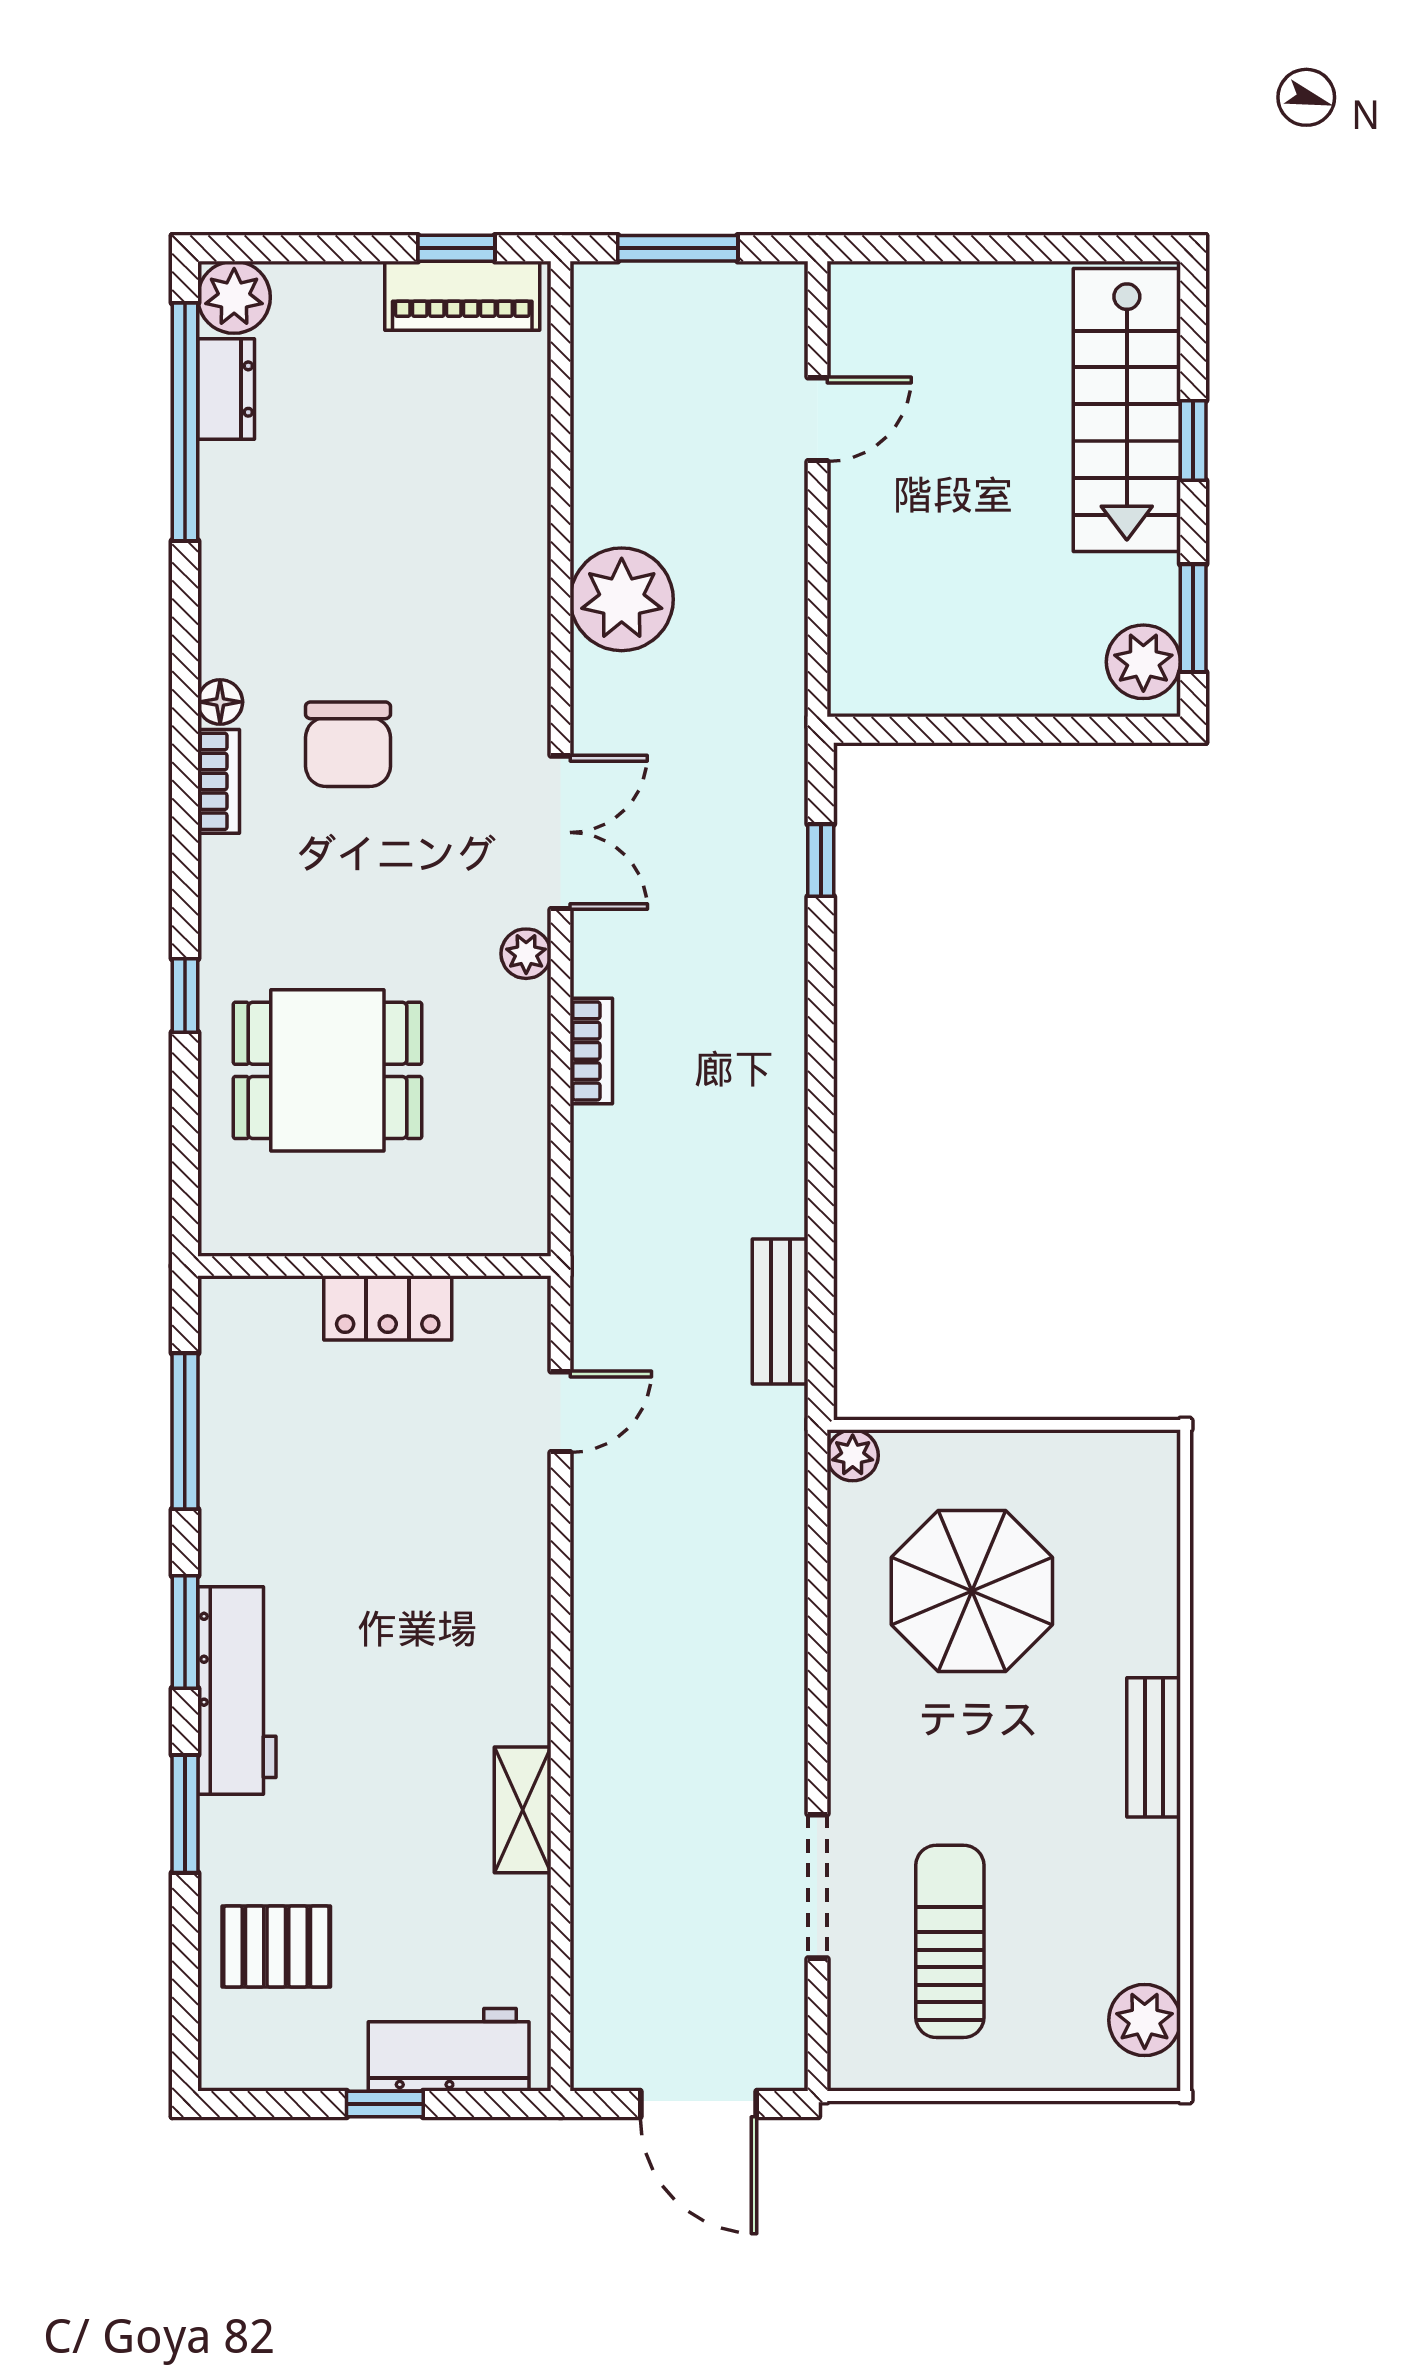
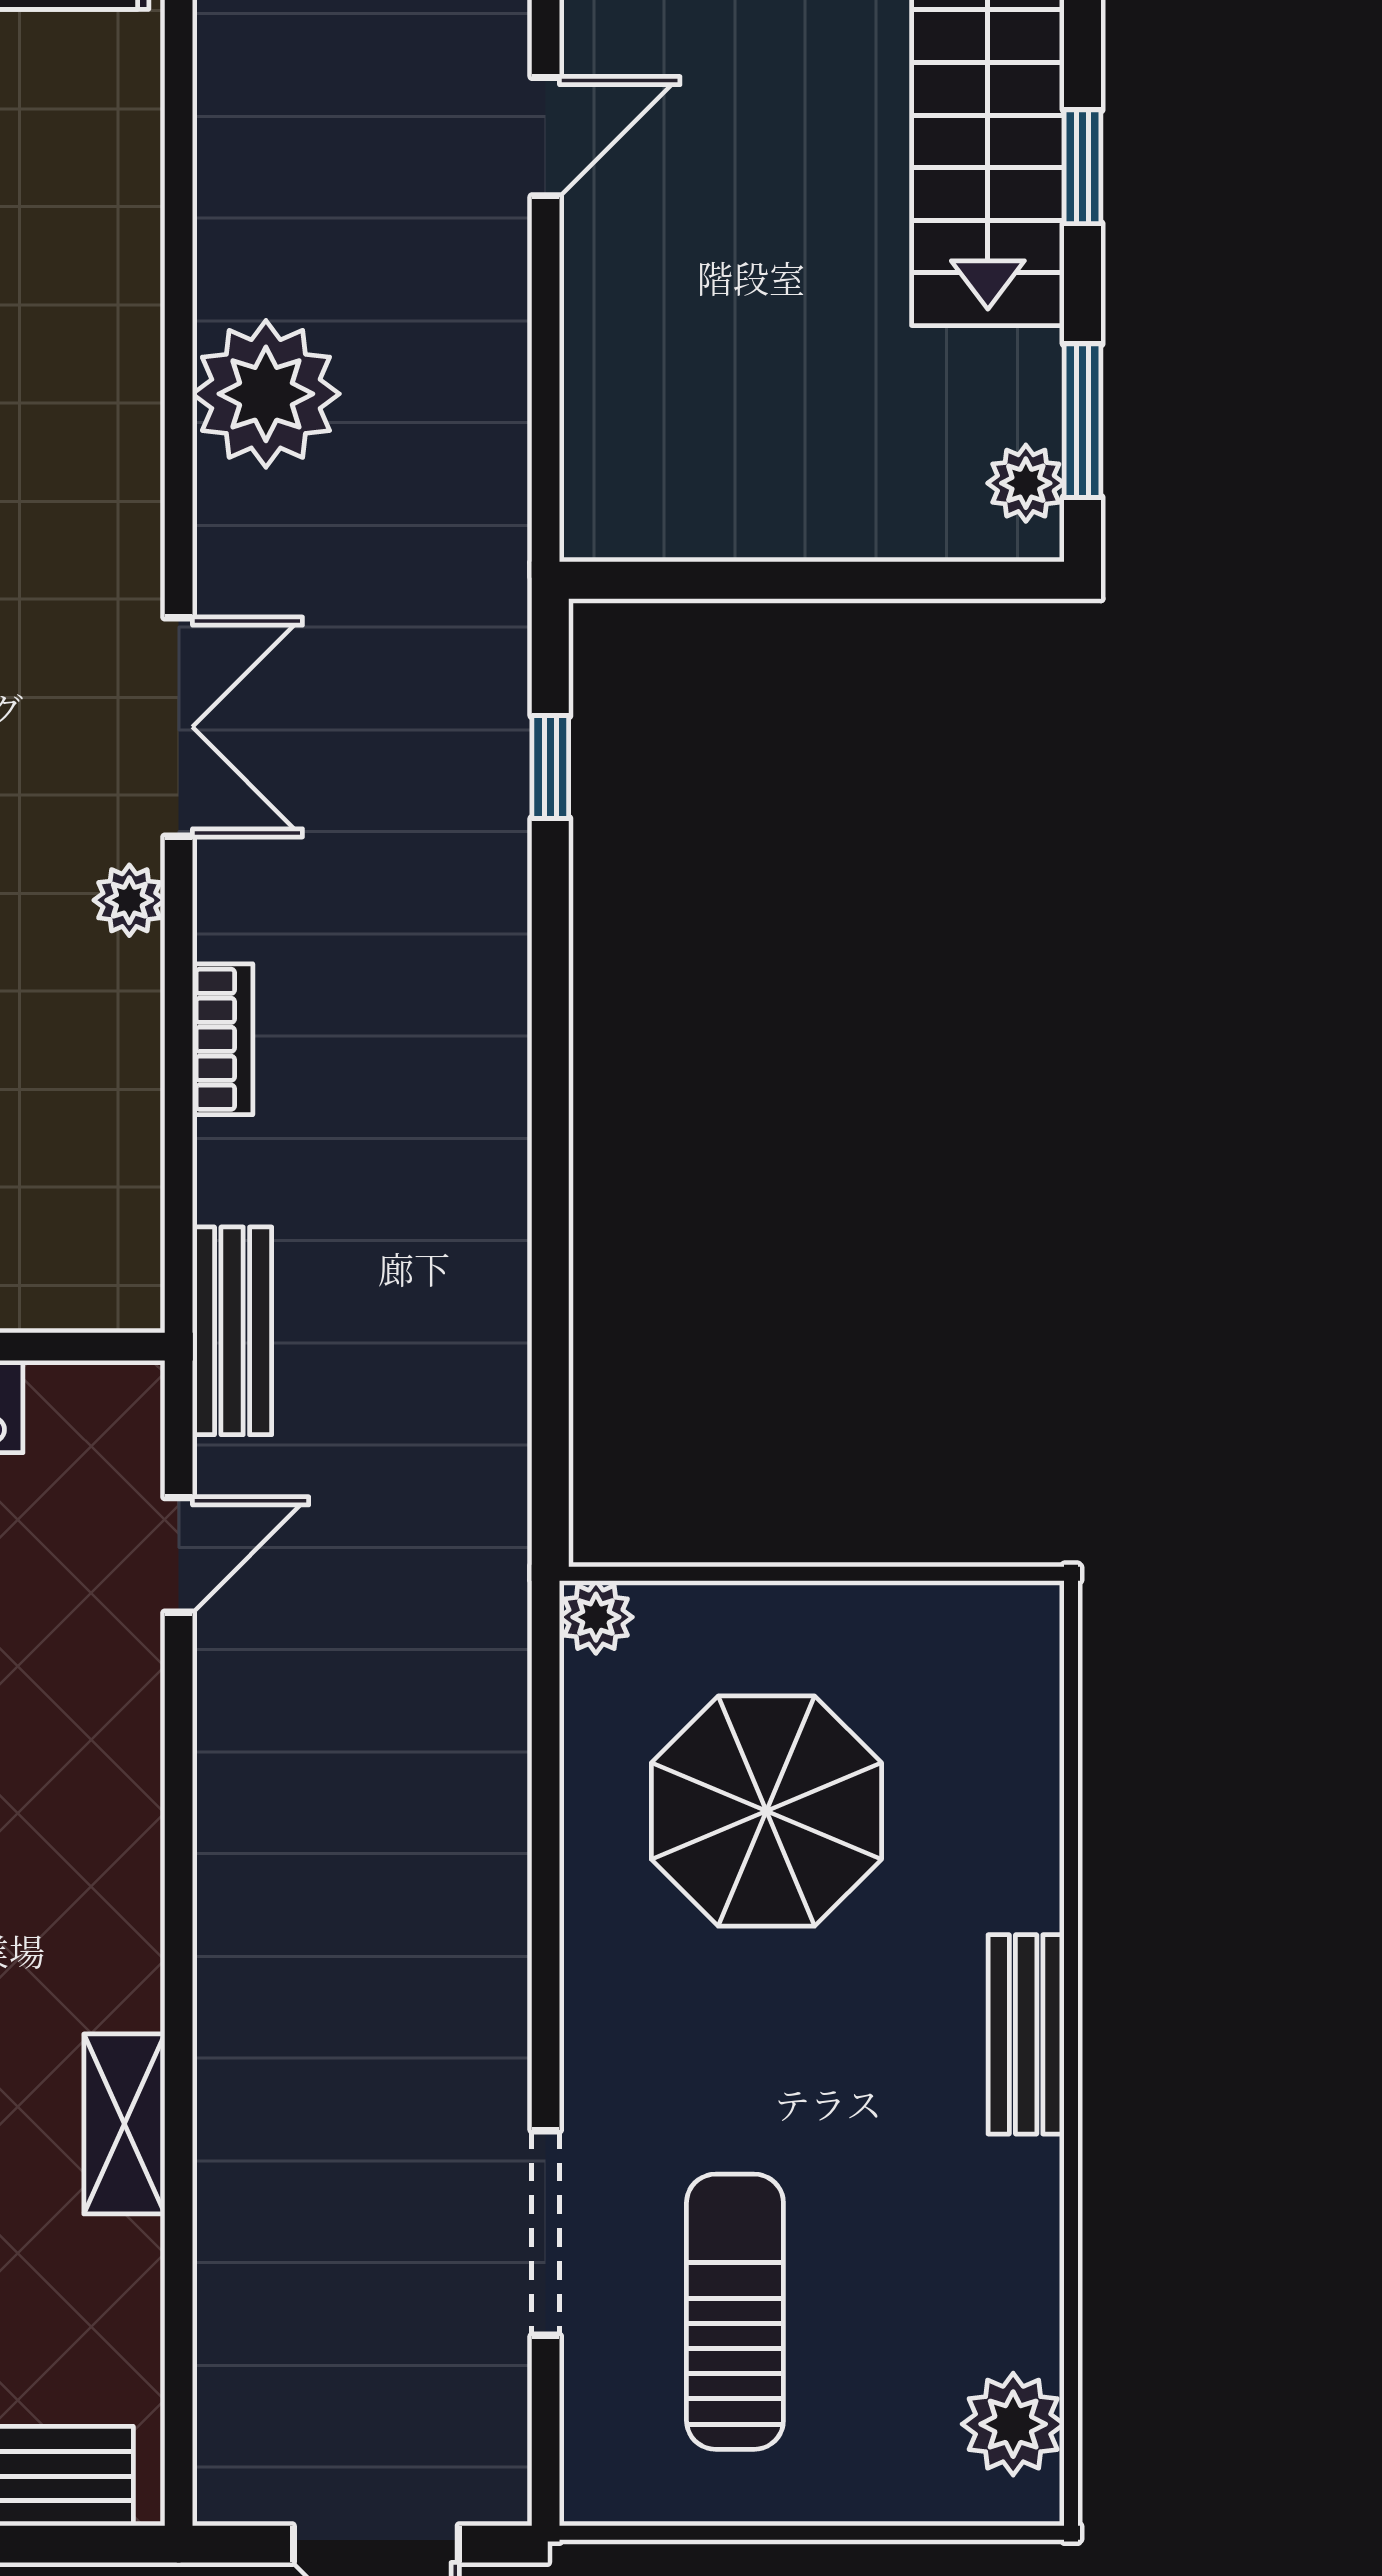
plant: (1143, 662) -> (1026, 483), width x0.73, depth x0.73
bench: (780, 1311) -> (232, 1331), moved

